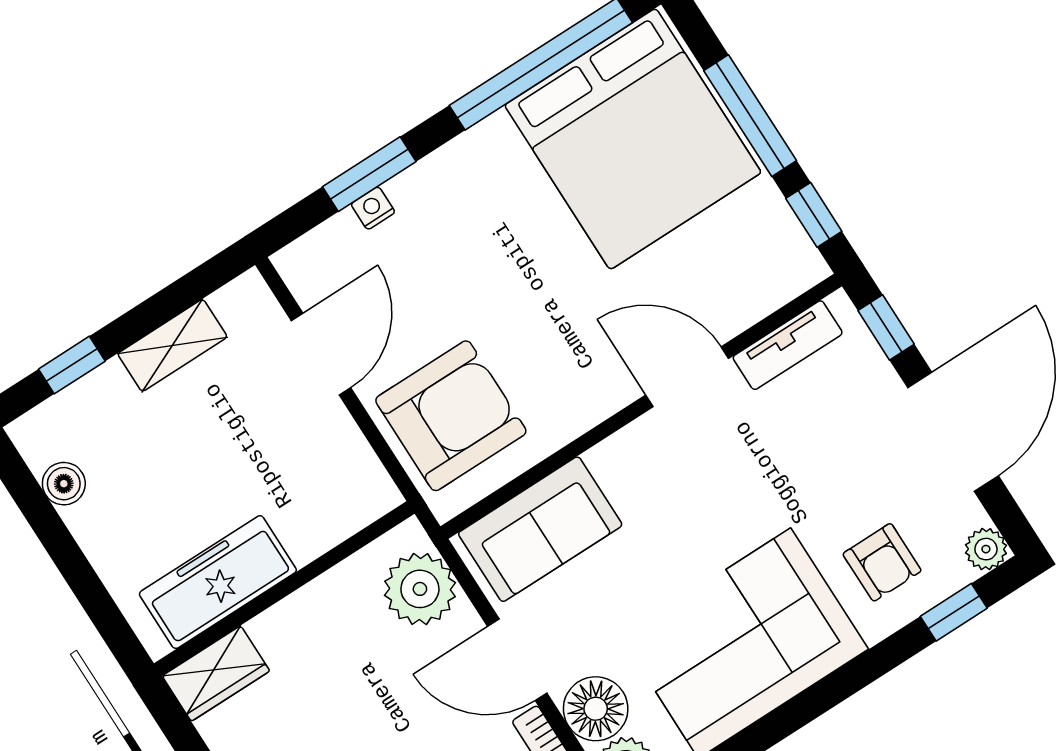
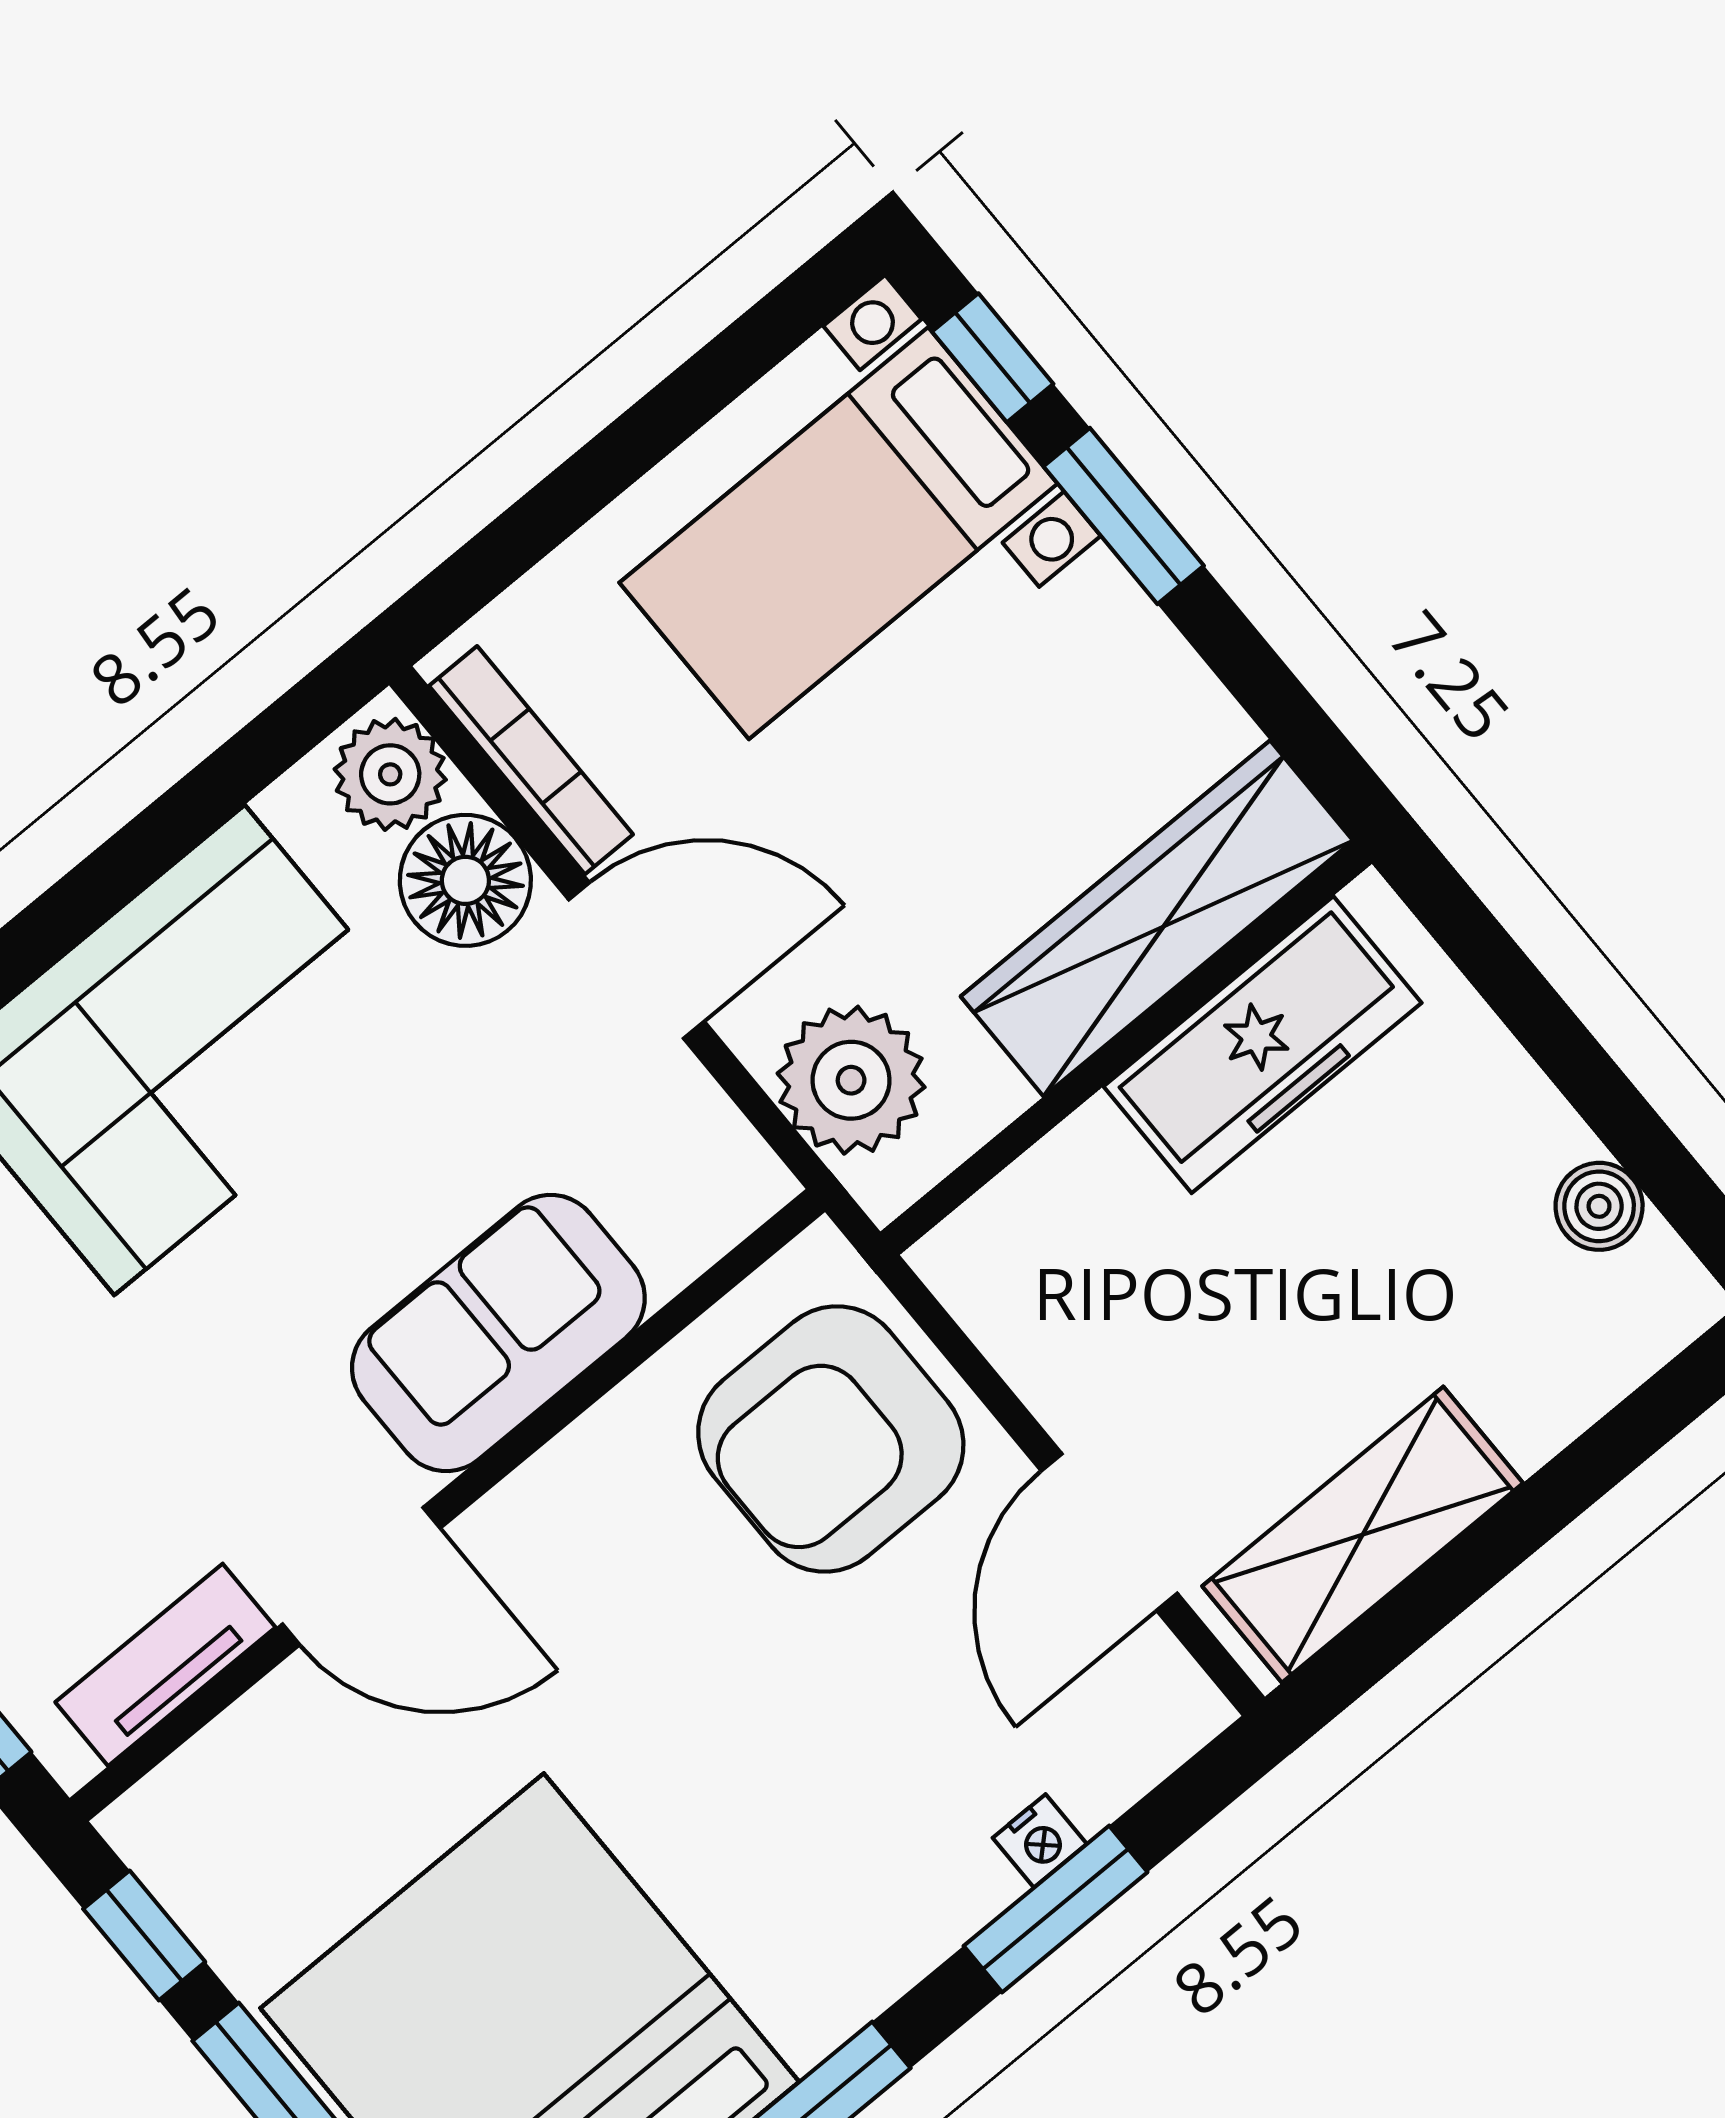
shelving: (172, 345) -> (1363, 1535), width x1.50, depth x1.33
window: (72, 365) -> (1612, 1449), removed
sofa: (540, 529) -> (498, 1333), moved
wardrobe: (216, 673) -> (1157, 918), width x2.10, depth x1.17

